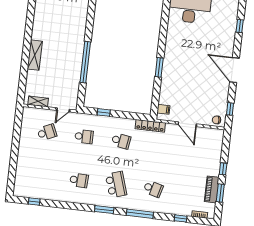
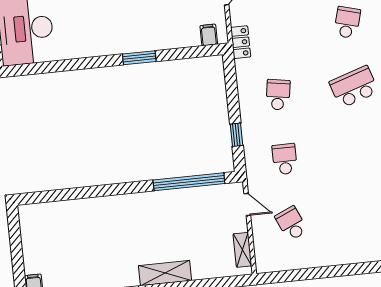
window: (85, 62) -> (189, 182), moved
locker: (150, 126) -> (241, 42), width x0.66
school desk: (79, 180) -> (361, 151), removed

